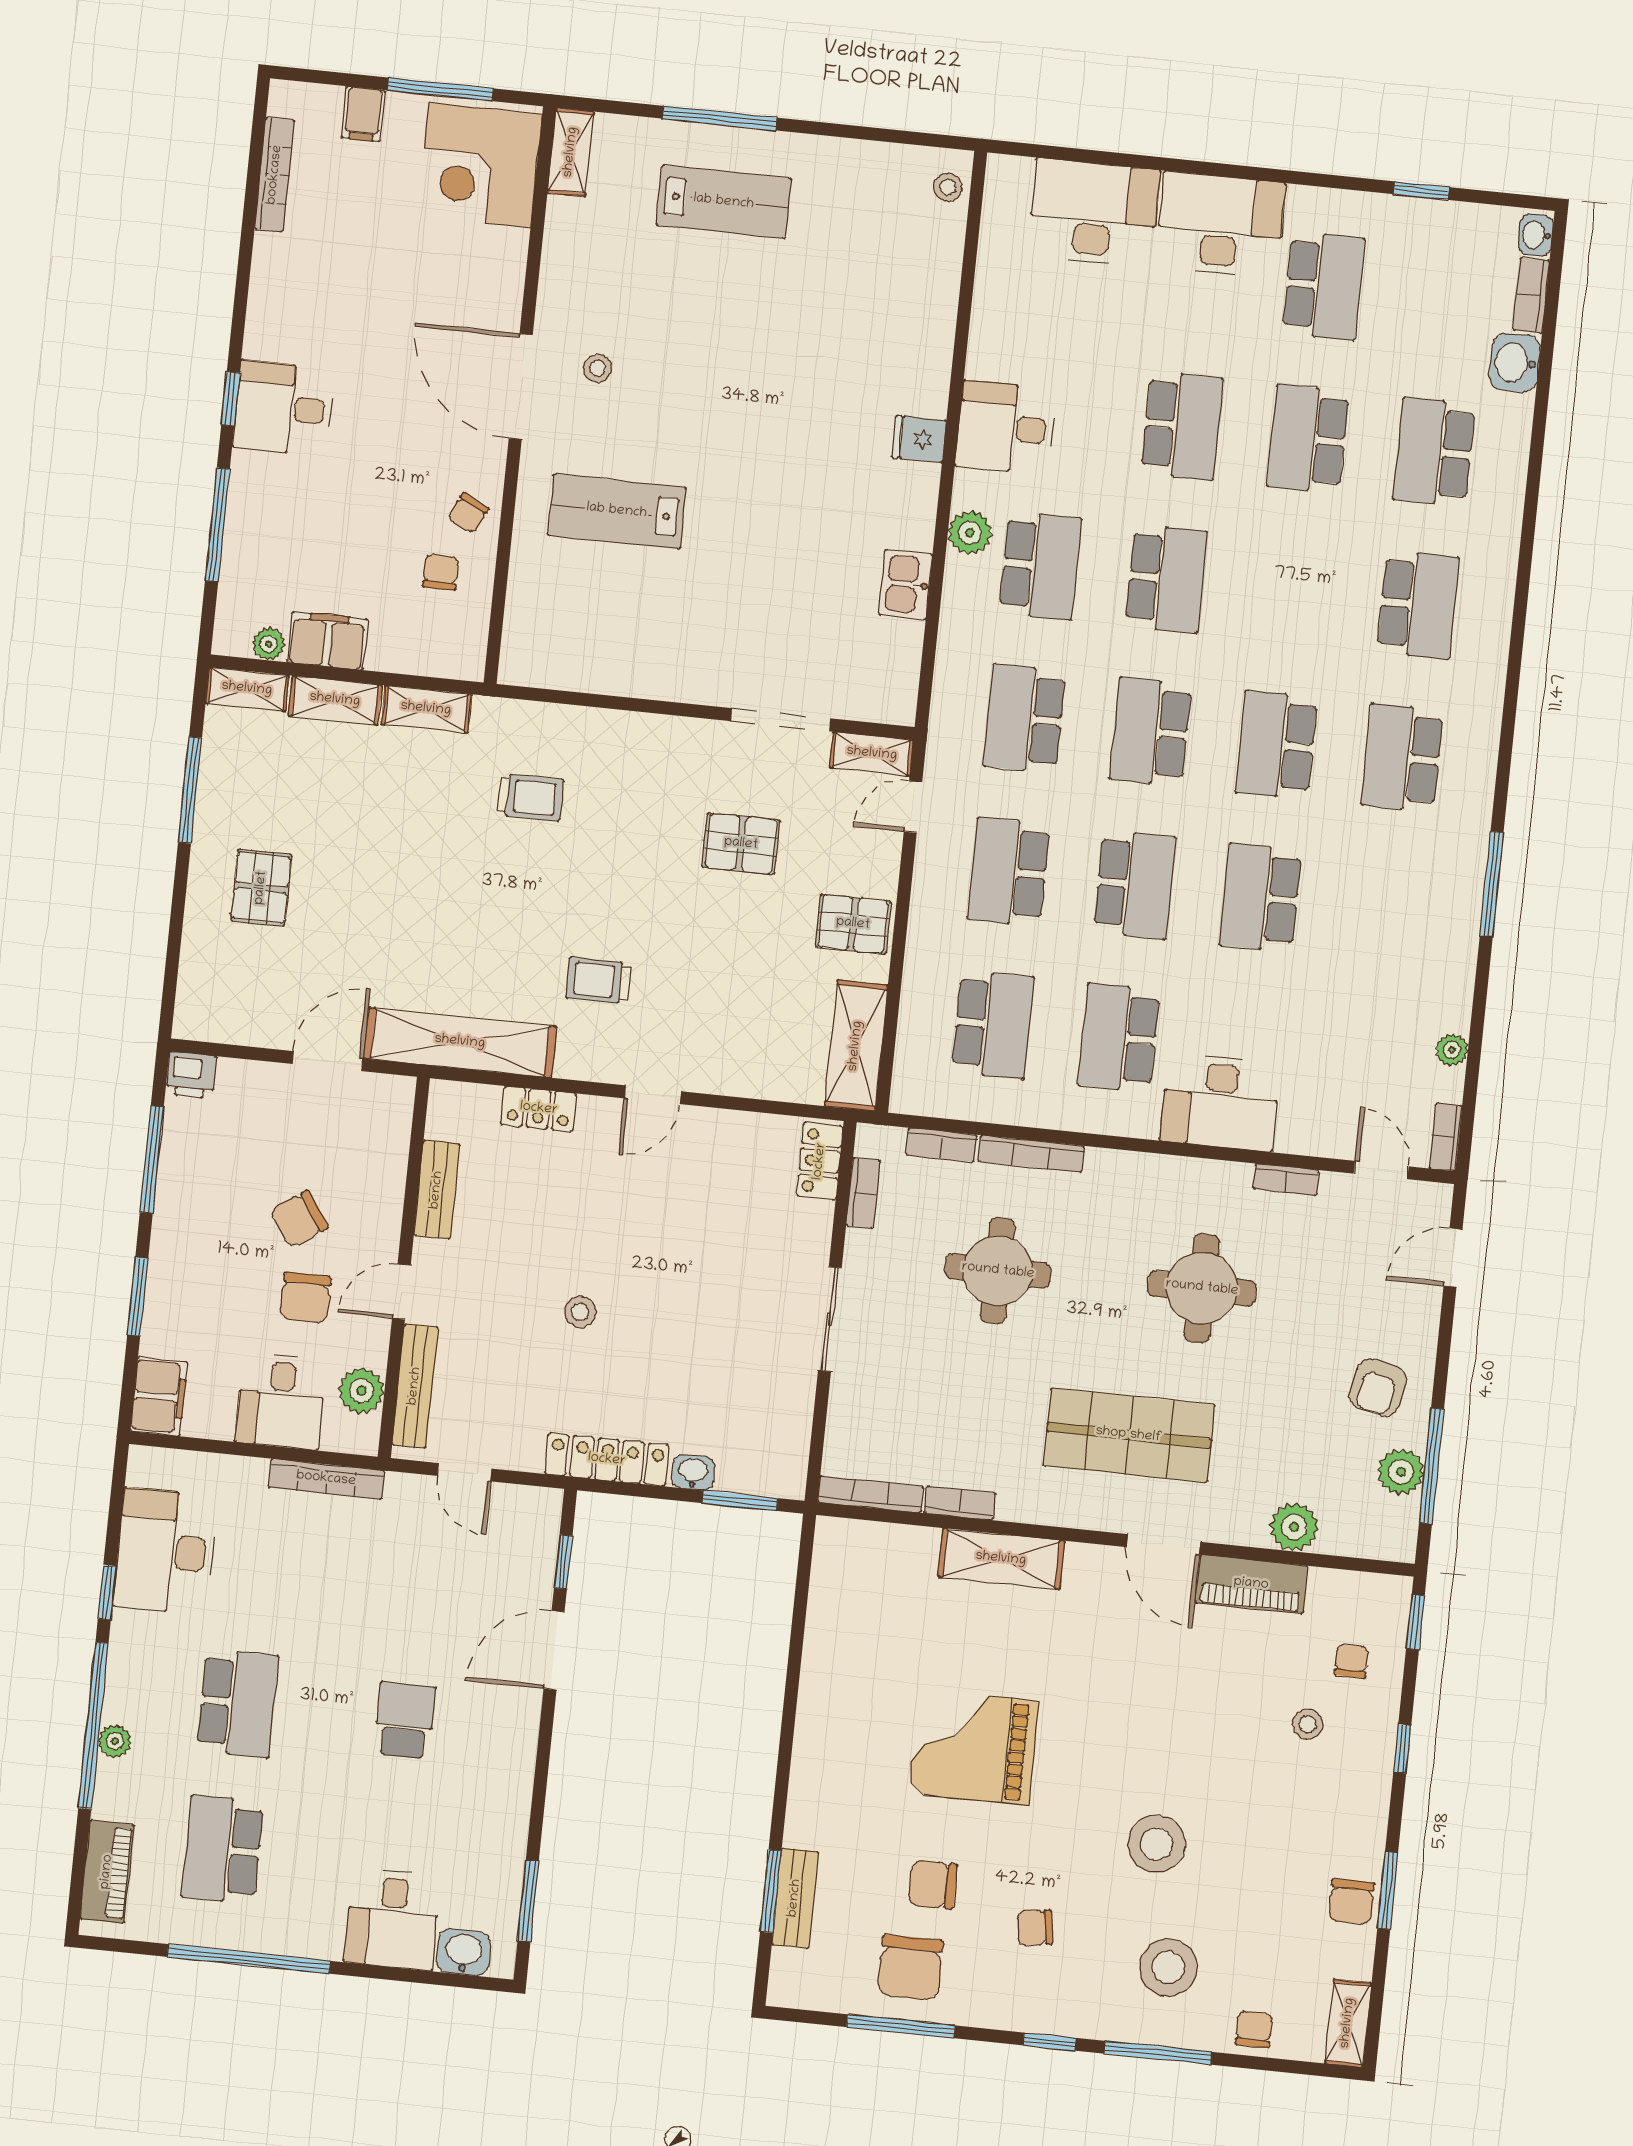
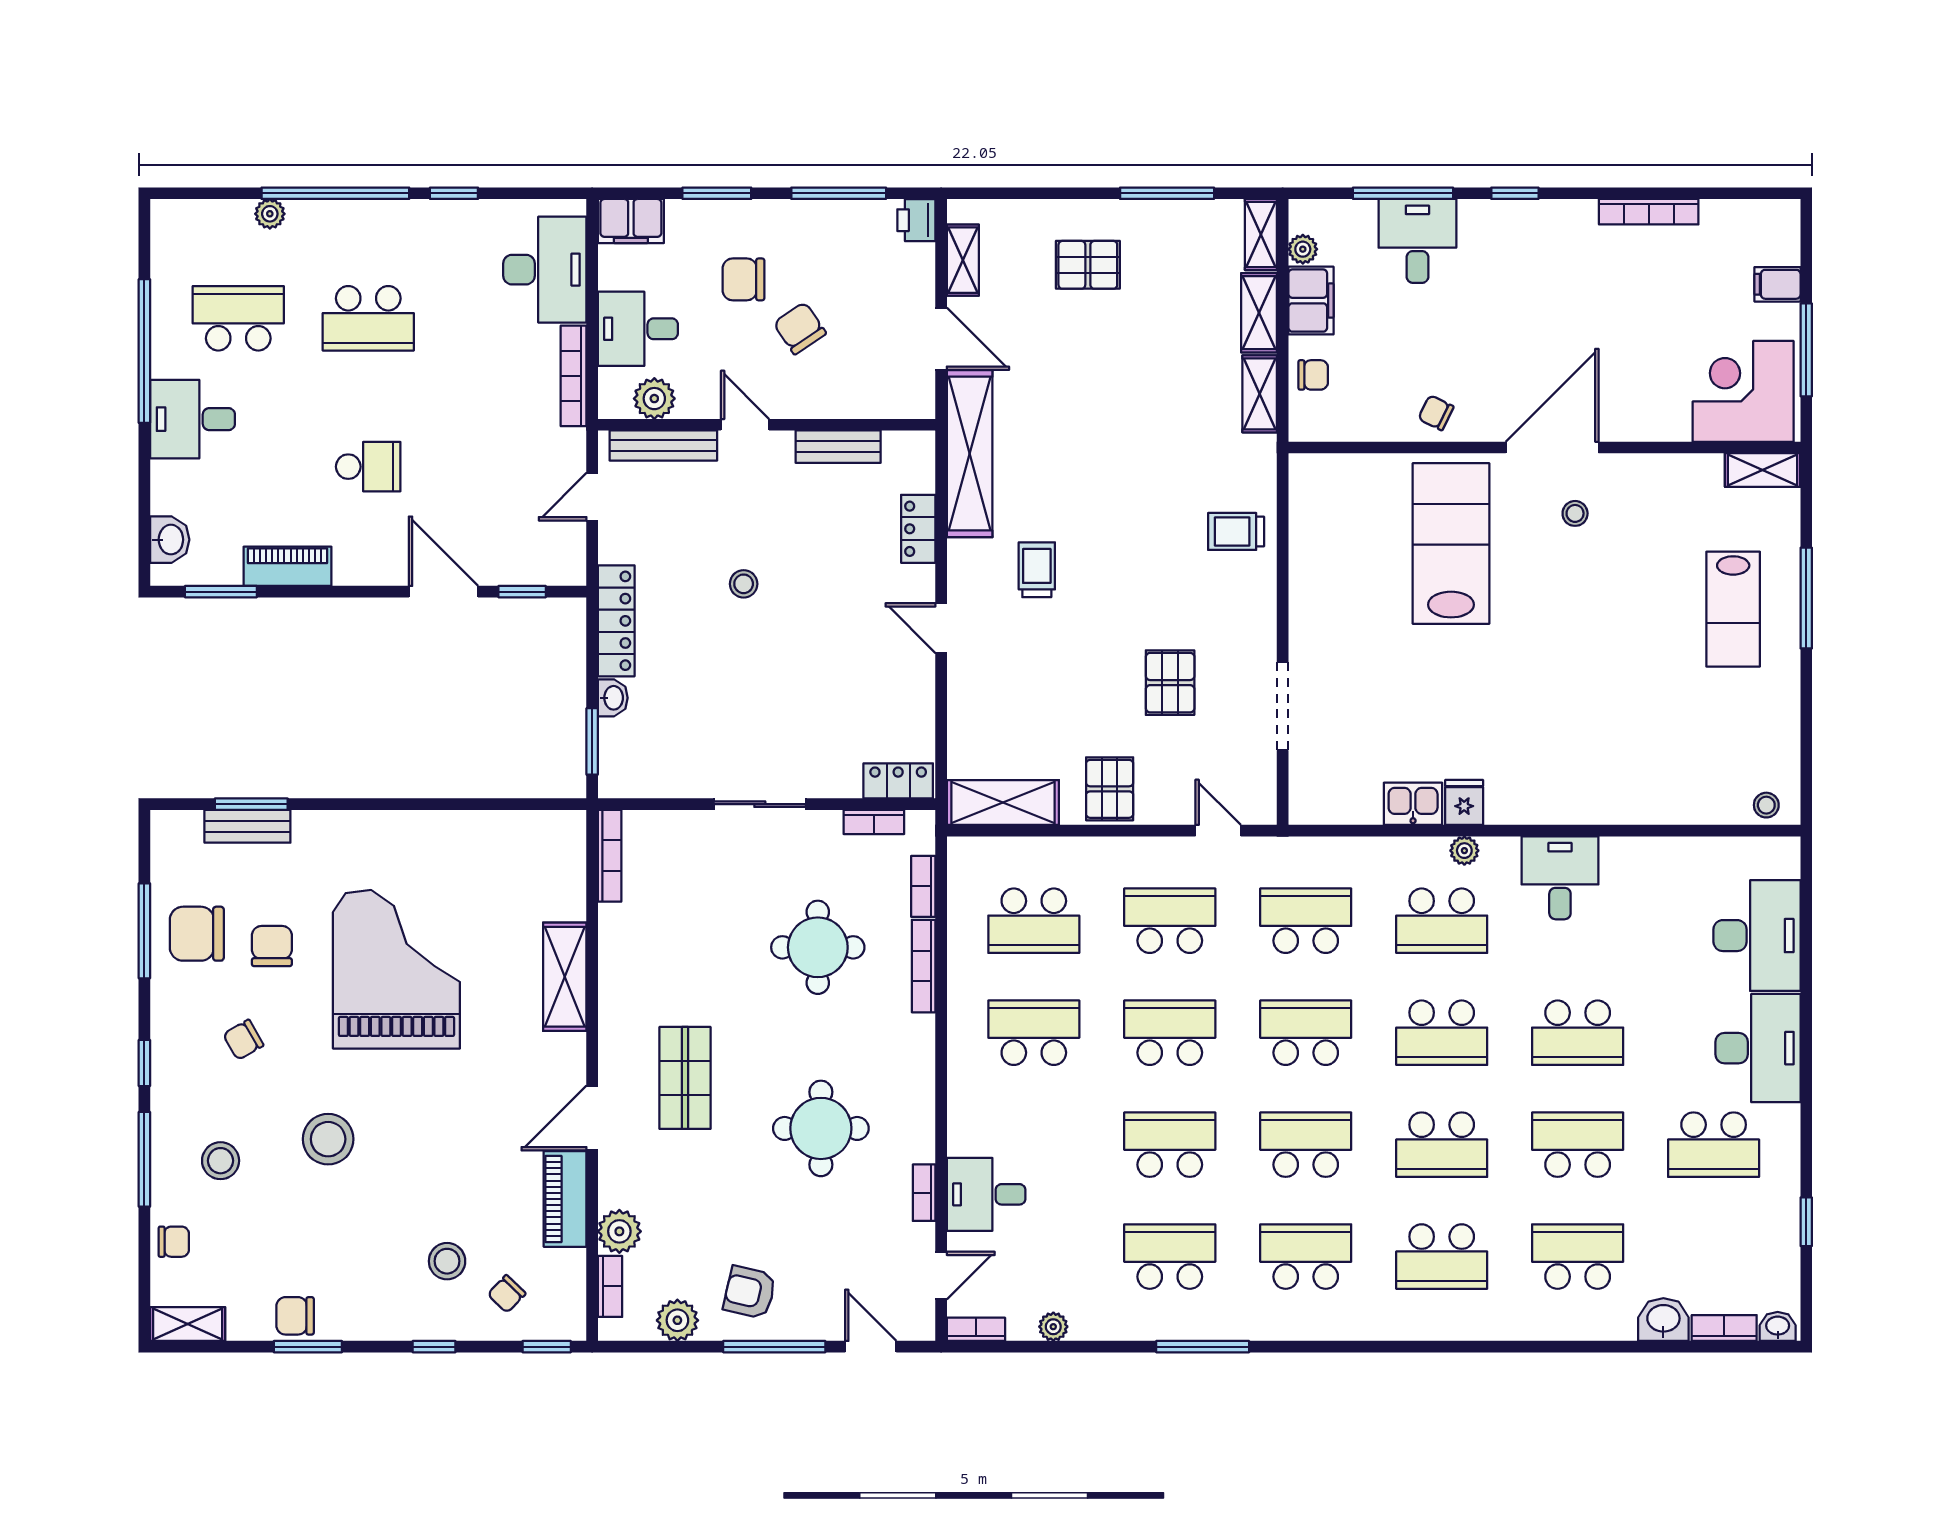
bookcase: (275, 175) -> (1649, 212), moved
desk: (284, 408) -> (1417, 241), moved
fridge: (919, 439) -> (1464, 802), moved
lab bench: (617, 511) -> (1451, 544), width x1.36, depth x1.39
plant: (970, 533) -> (1464, 851), width x0.73, depth x0.73
chair: (441, 572) -> (1313, 375), moved
school desk: (1292, 592) -> (1442, 1145), added
shelving: (872, 754) -> (963, 260), moved
trolley: (530, 797) -> (1236, 531), moved, turned 90
school desk: (1135, 885) -> (1170, 1033), turned 180
school desk: (1386, 911) -> (1170, 1257), added
desk: (1220, 1102) -> (986, 1194), moved, width x0.73
chair: (305, 1298) -> (744, 279), moved
shop shelf: (1129, 1435) -> (685, 1078), width x0.70, depth x0.74
window: (1432, 1466) -> (774, 1347), moved
bookcase: (960, 1503) -> (610, 1286), moved
desk: (165, 1551) -> (545, 270), moved, turned 90
chair: (1351, 1661) -> (507, 1294), turned 134
stool: (1308, 1724) -> (447, 1261), width x1.37, depth x1.37
plant: (115, 1741) -> (270, 214), moved
grand piano: (973, 1747) -> (396, 969), width x1.37, depth x1.48
piano: (107, 1872) -> (287, 566), moved, turned 180
desk: (392, 1919) -> (193, 419), moved
chair: (1035, 1928) -> (243, 1040), turned -111
stool: (1168, 1967) -> (221, 1161), width x0.73, depth x0.73

